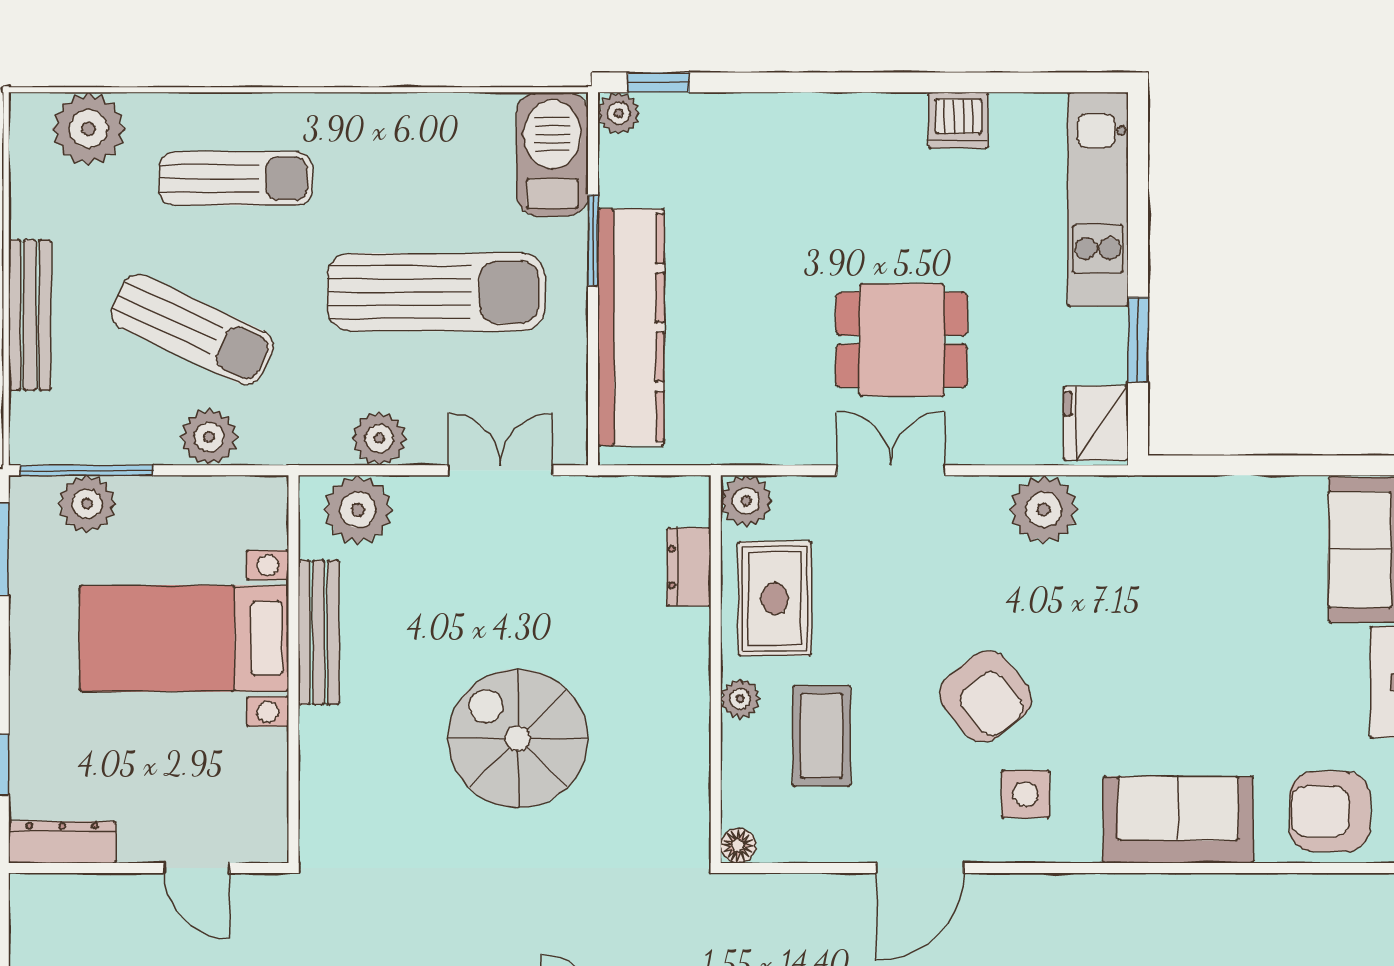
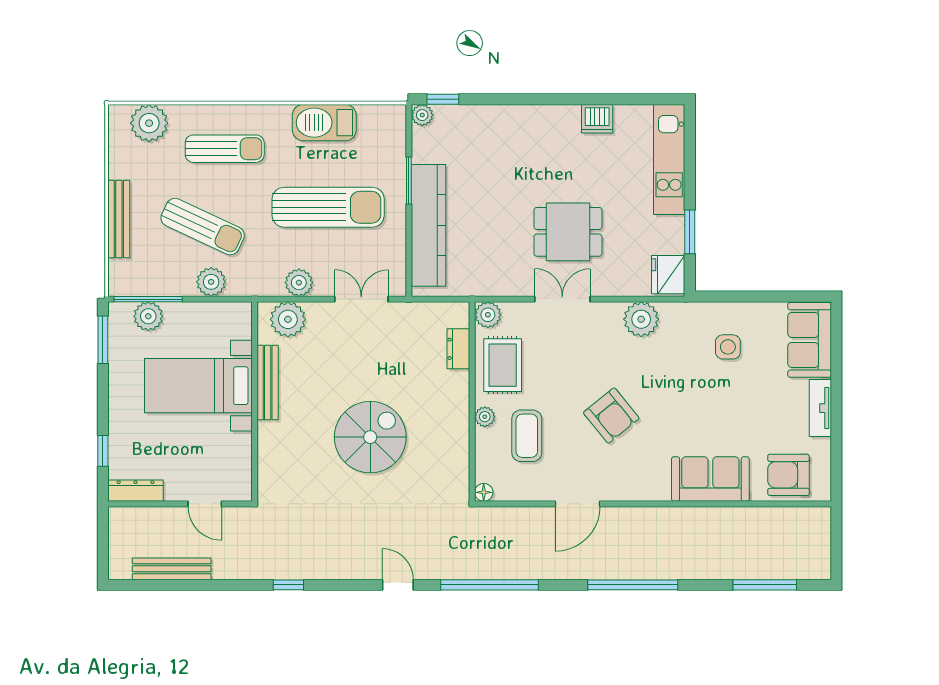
barbecue: (552, 154) -> (324, 123), moved, turned -90
spiral stairs: (518, 738) -> (370, 437), turned 90
side table: (1025, 794) -> (728, 347), moved

